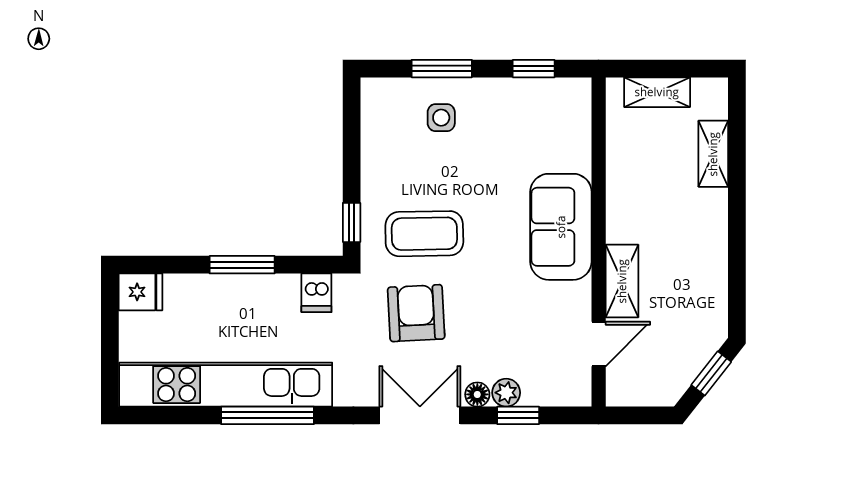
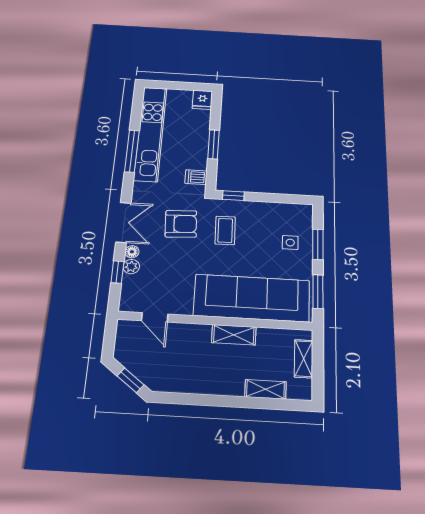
window: (534, 69) -> (318, 292), width x1.50
sofa: (561, 227) -> (252, 298), width x1.85, depth x1.27
coffee table: (424, 234) -> (225, 230), width x0.73, depth x0.77
shelving: (622, 281) -> (234, 335), moved

